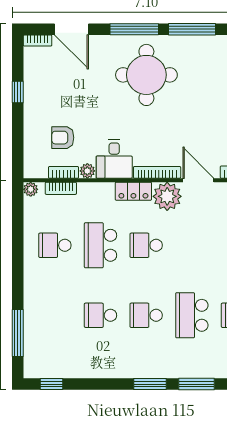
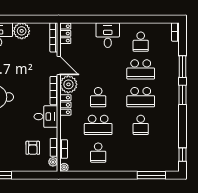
plant: (87, 171) -> (53, 162), moved
door: (198, 180) -> (59, 65), swing flipped
school desk: (146, 315) -> (141, 97), width x1.85

